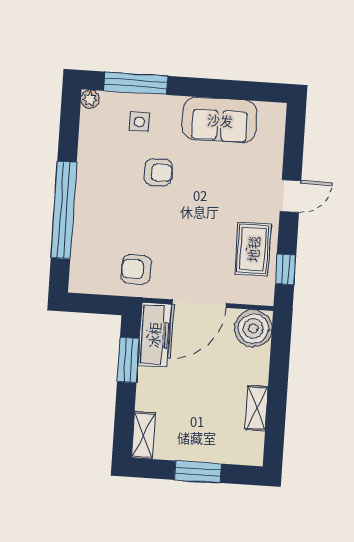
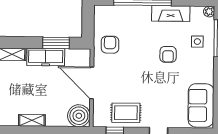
sofa: (220, 120) -> (201, 105), moved
fireplace: (90, 164) -> (171, 14), added
freezer: (154, 335) -> (46, 57), moved

